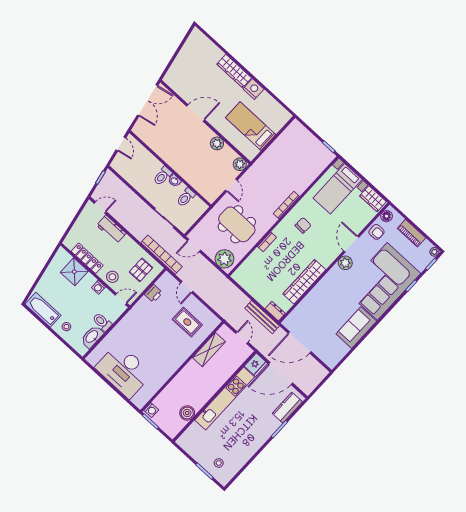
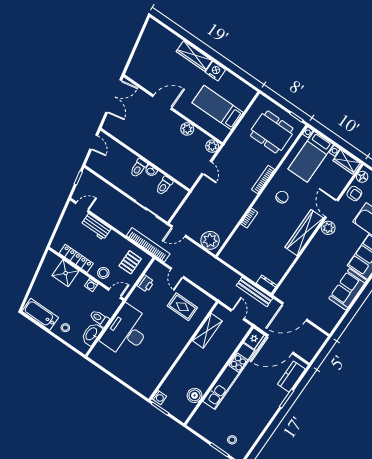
dining table: (237, 224) -> (272, 132), moved
wardrobe: (304, 282) -> (304, 233), moved
desk: (124, 370) -> (127, 331), moved, turned 90

